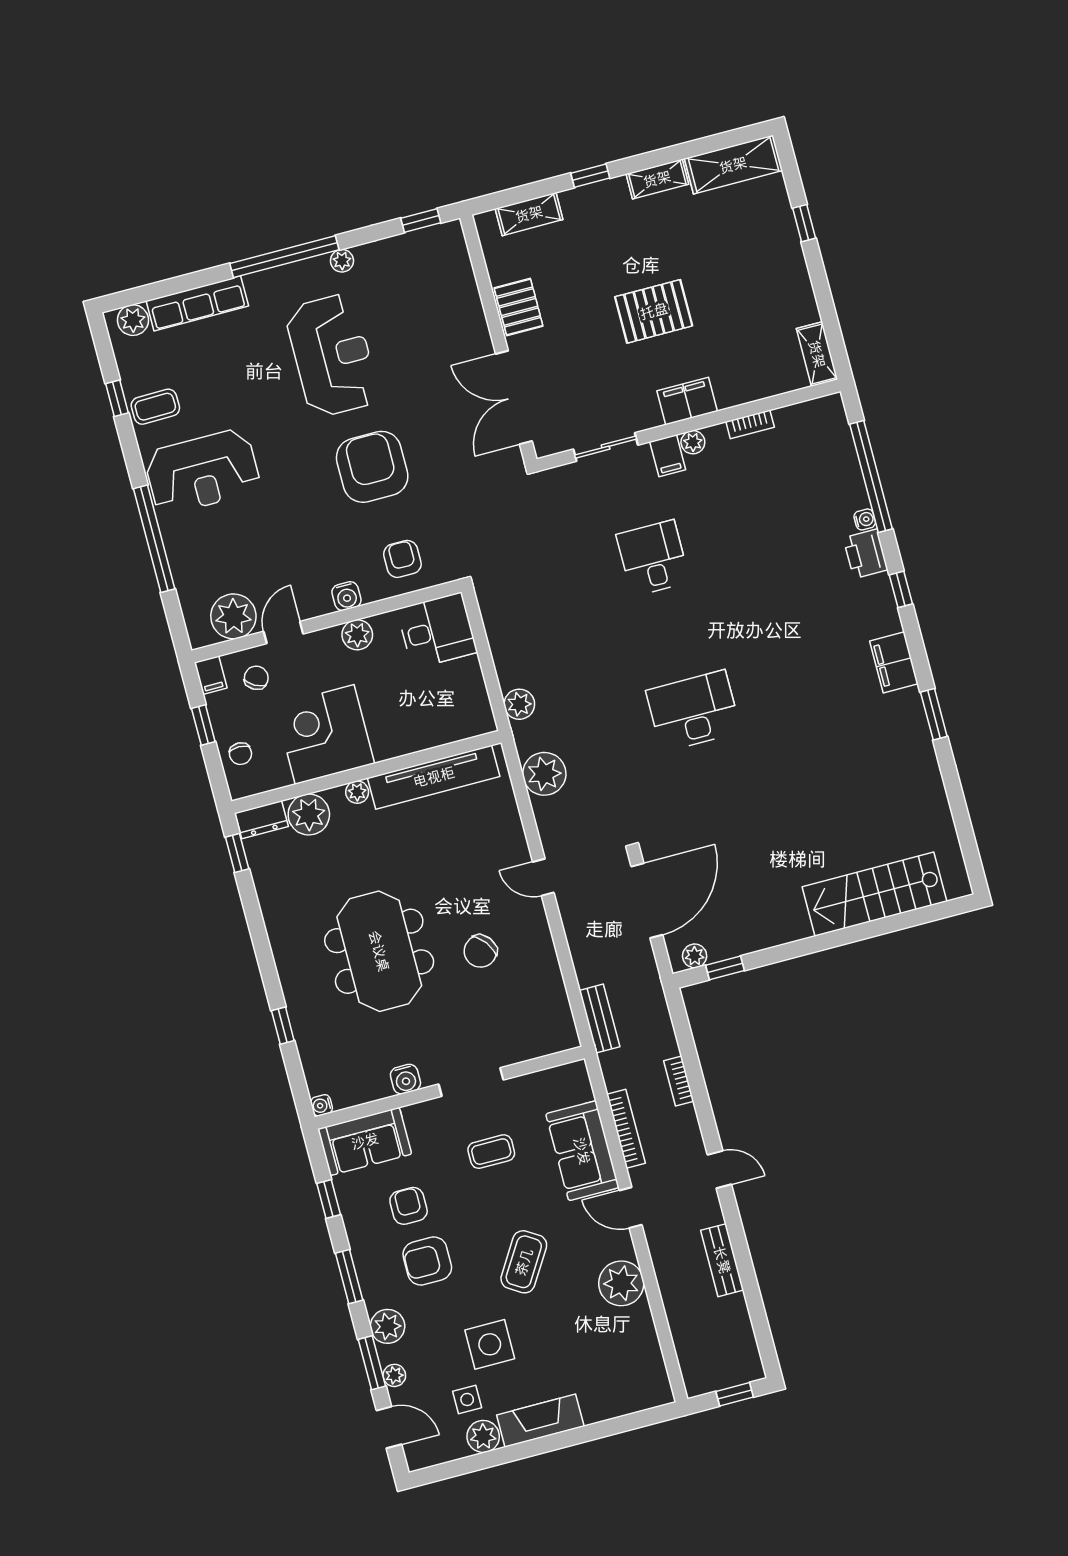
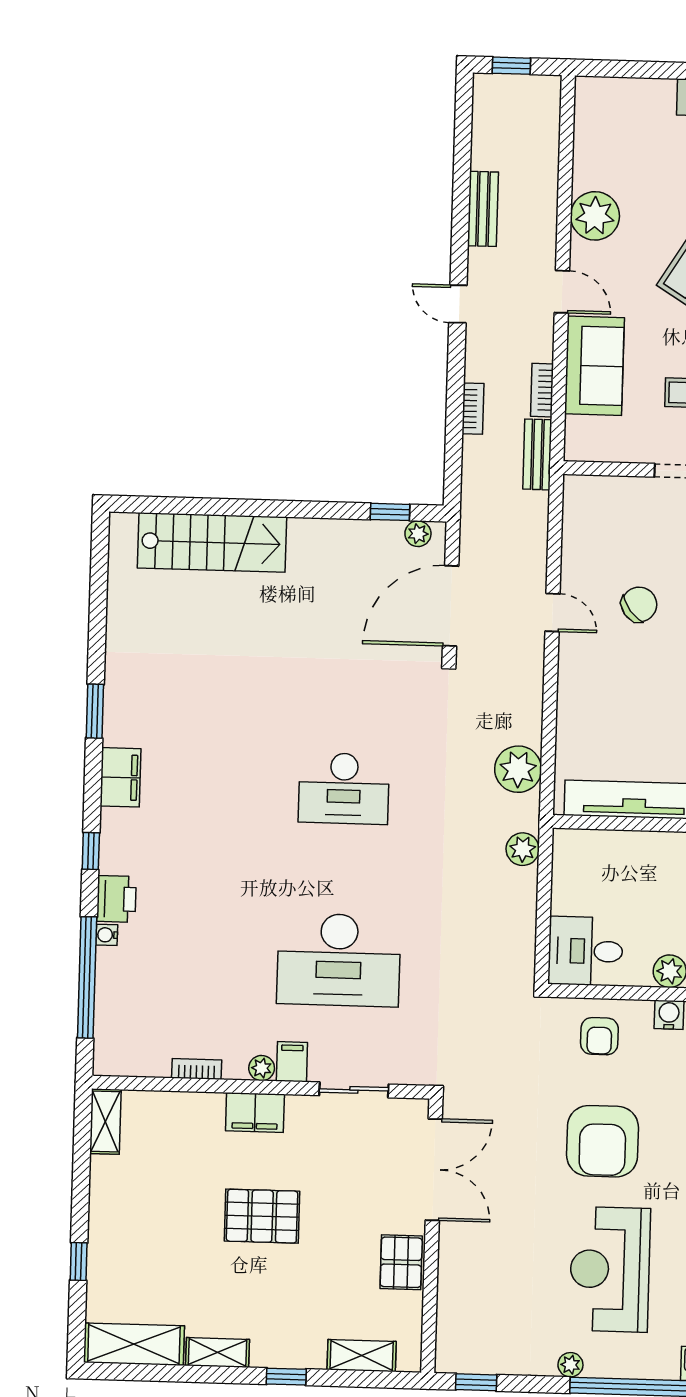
desk: (653, 558) -> (339, 960), width x1.87, depth x1.30
door: (543, 877) -> (552, 612), moved
bench: (600, 1019) -> (537, 454), moved
bookcase: (626, 1129) -> (542, 390), width x0.64

